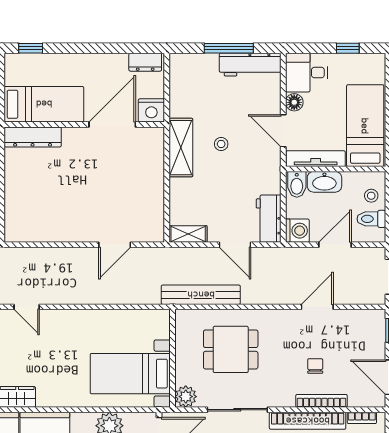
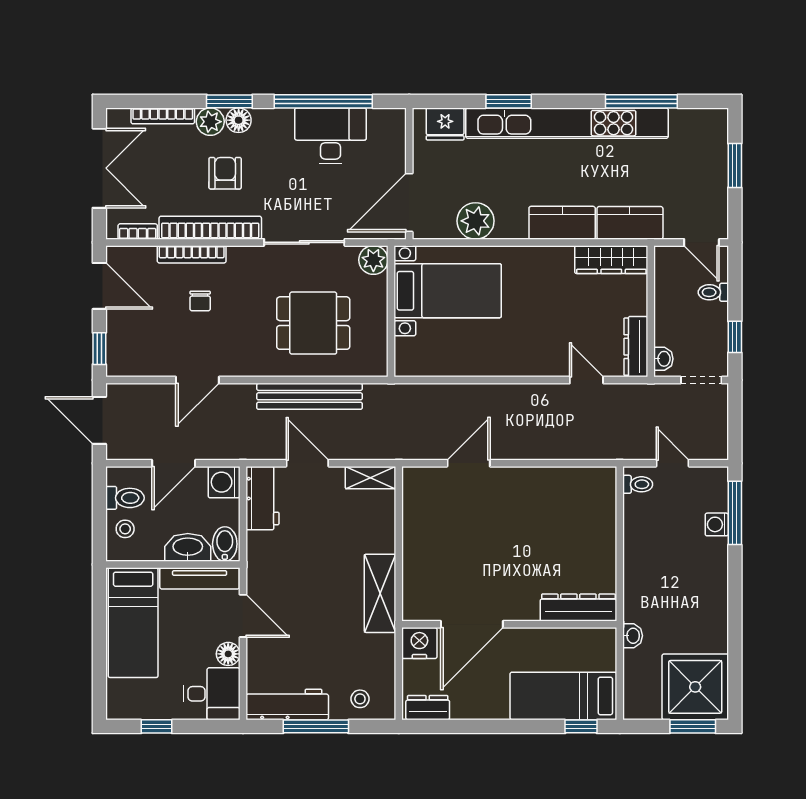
bed: (44, 104) -> (563, 696), moved
stool: (221, 144) -> (360, 699), moved
bench: (201, 295) -> (310, 396), moved

